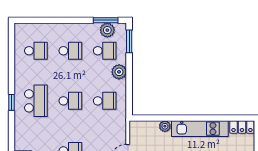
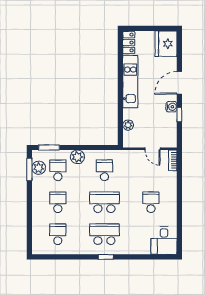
school desk: (70, 101) -> (104, 202), width x1.85
plant: (165, 126) -> (128, 125), moved

